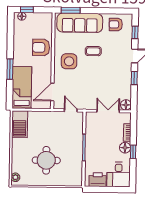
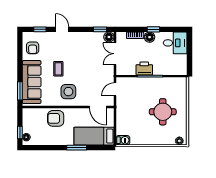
armchair: (41, 47) -> (56, 118), turned 90
window: (134, 78) -> (100, 29), moved
barbecue: (20, 124) -> (123, 140), width x0.53, depth x0.65
printer: (98, 180) -> (144, 68), moved, turned 90

